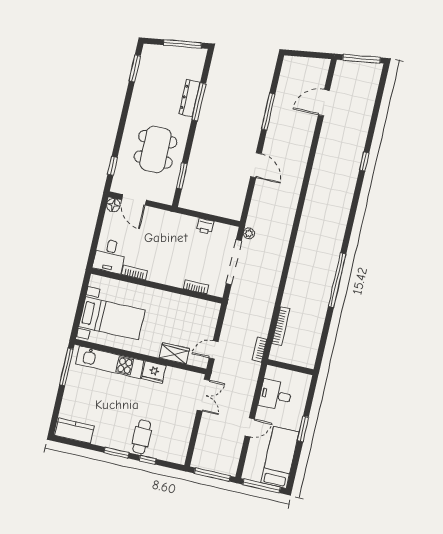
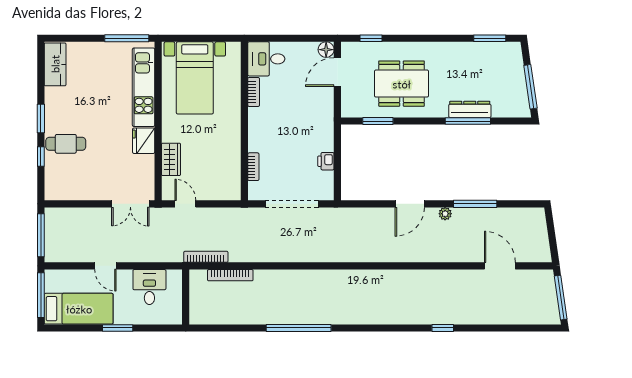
plant: (249, 233) -> (445, 214), moved
bookcase: (260, 349) -> (206, 257), width x1.56

